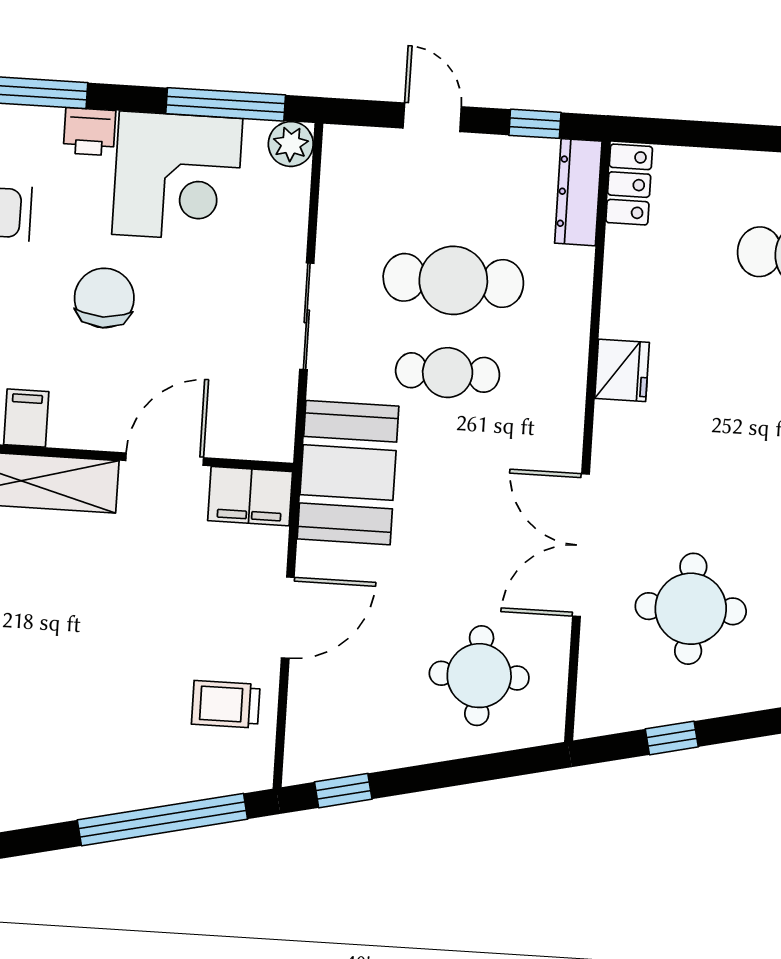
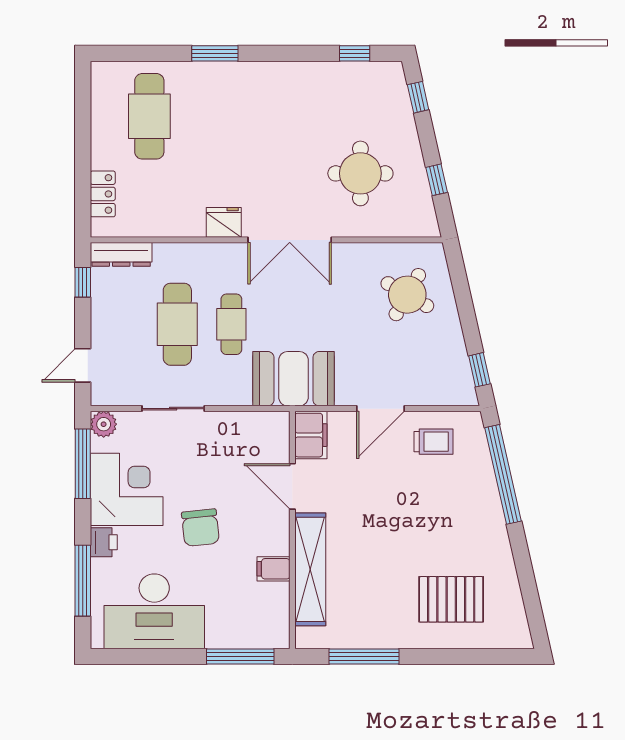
door: (432, 117) -> (83, 365), moved
locker: (629, 185) -> (103, 194), moved, turned 90
chair: (104, 298) -> (200, 528), turned -96
sliding door: (307, 316) -> (173, 409), moved
double door: (581, 545) -> (290, 240), moved
door: (288, 618) -> (380, 409), swing flipped
round table: (479, 676) -> (407, 295), turned 30
trolley: (226, 704) -> (433, 442), turned -90

